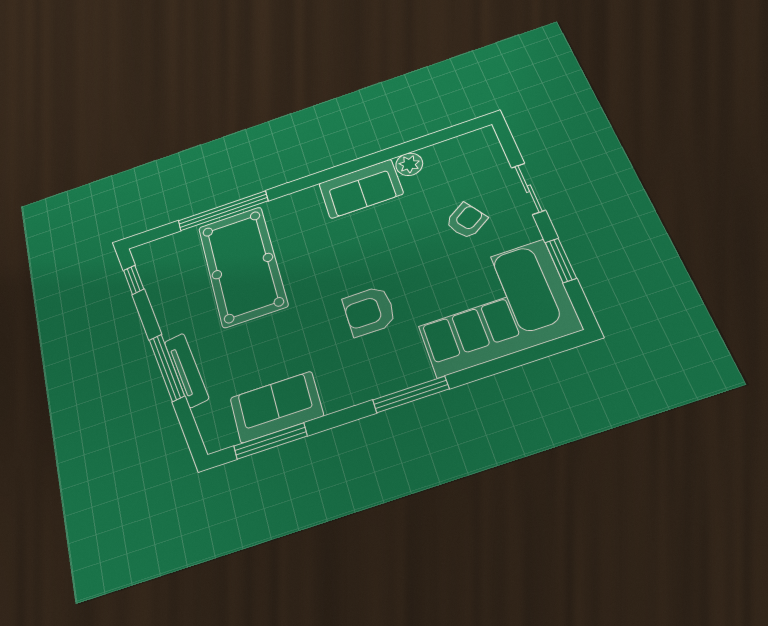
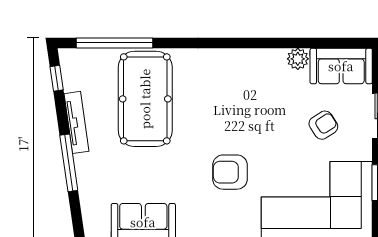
sofa: (361, 189) -> (341, 66), moved
window: (223, 211) -> (114, 43), moved
tv unit: (186, 370) -> (76, 122), moved

